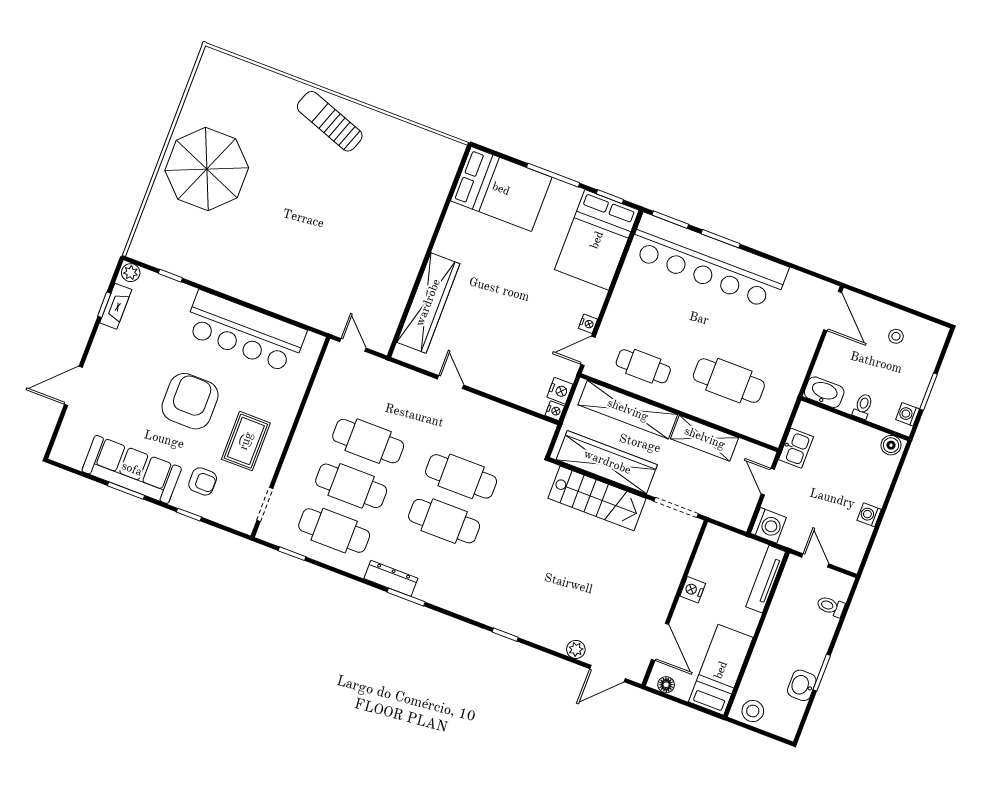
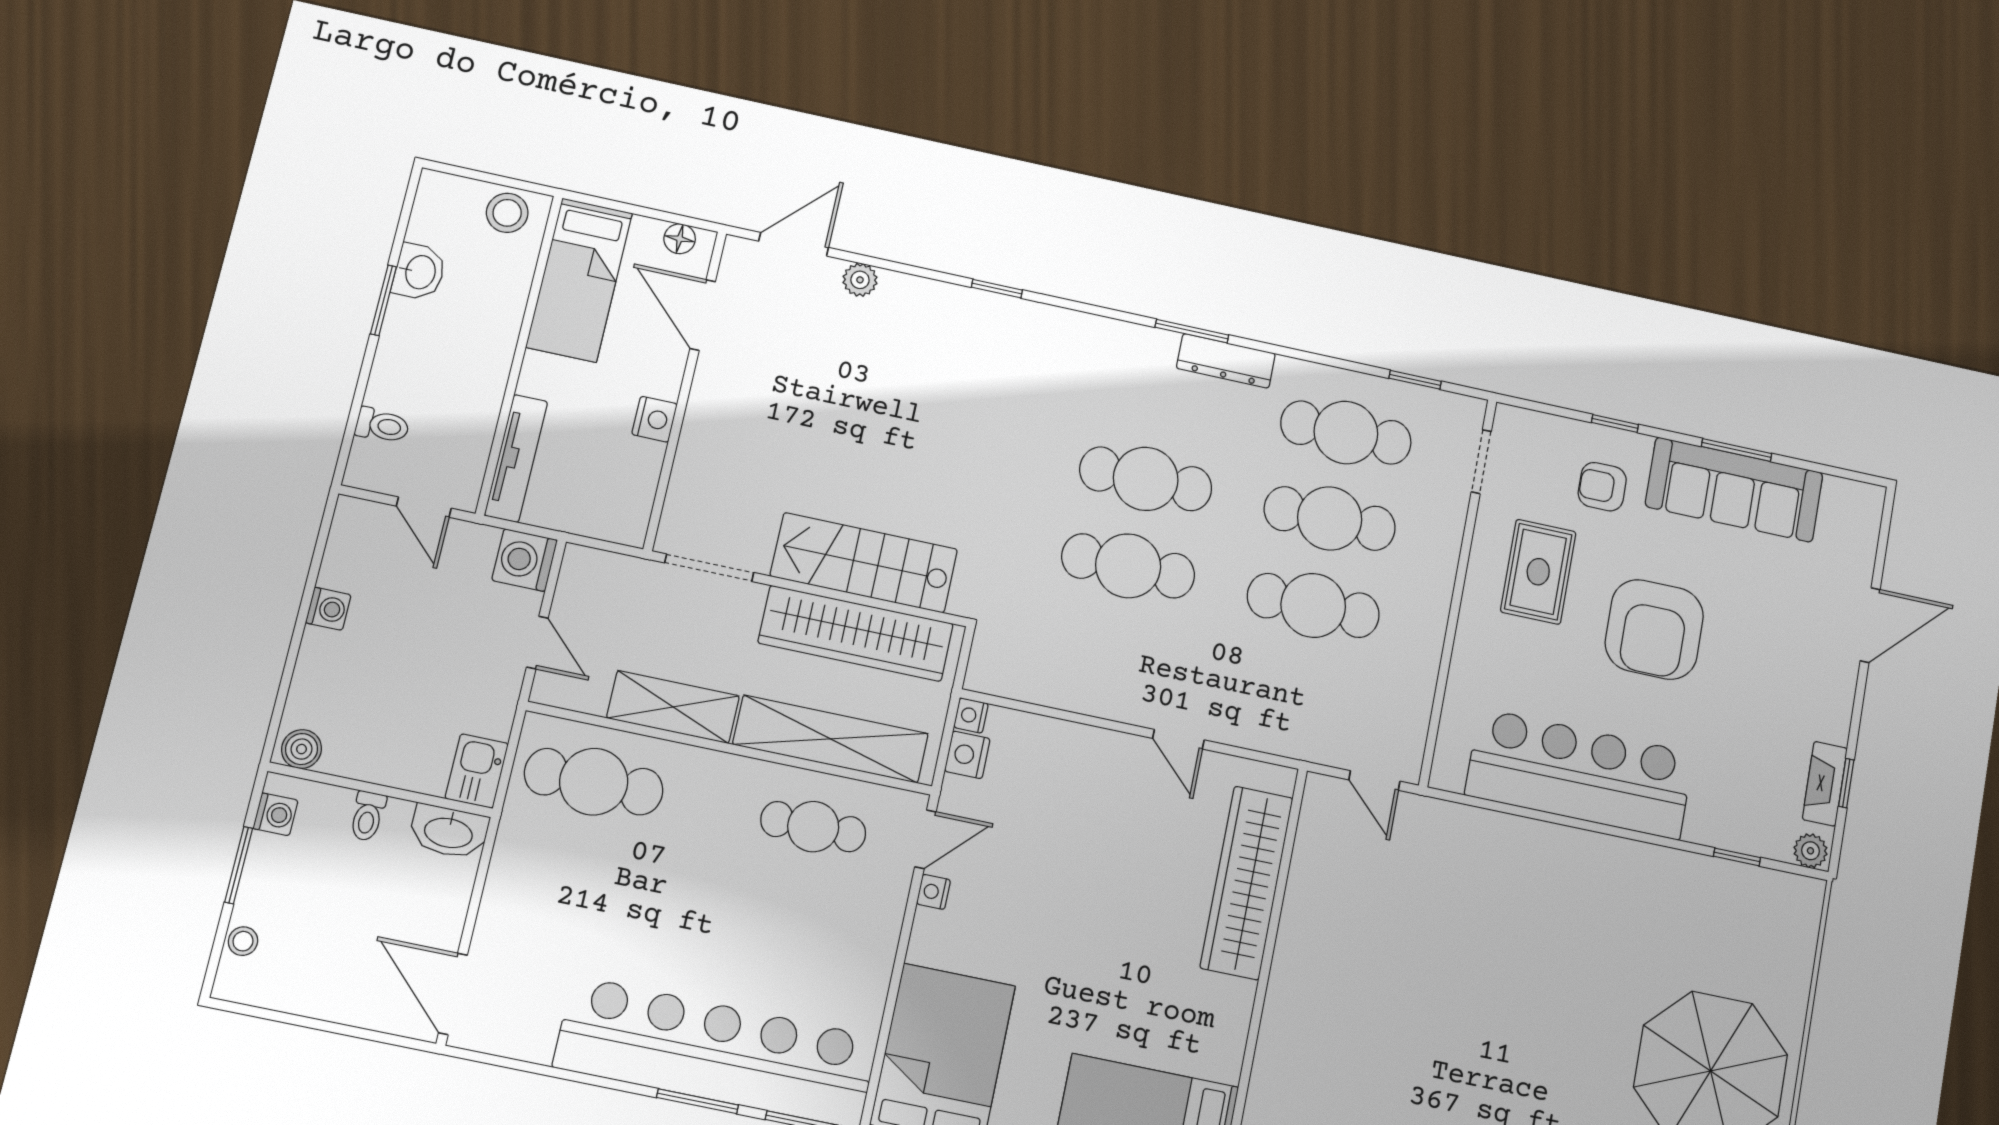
stool: (896, 336) -> (243, 941), moved
cafe table: (729, 381) -> (594, 782), moved
kitchen sink: (796, 448) -> (477, 771), moved

